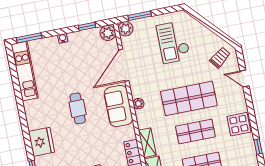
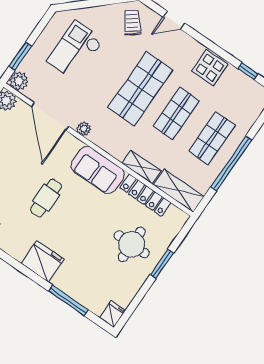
checkout: (173, 42) -> (75, 50), turned 90
plant: (138, 104) -> (84, 129), moved
sofa: (118, 106) -> (98, 170), moved
cafe table: (78, 108) -> (46, 198), turned 90

